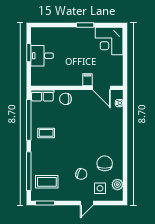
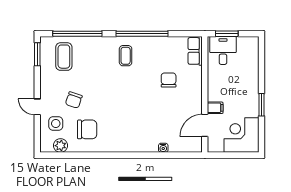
filing cabinet: (87, 80) -> (215, 108), moved
wall: (77, 88) -> (205, 94), moved
door: (101, 88) -> (205, 125), moved
row of seats: (42, 96) -> (195, 51), moved

